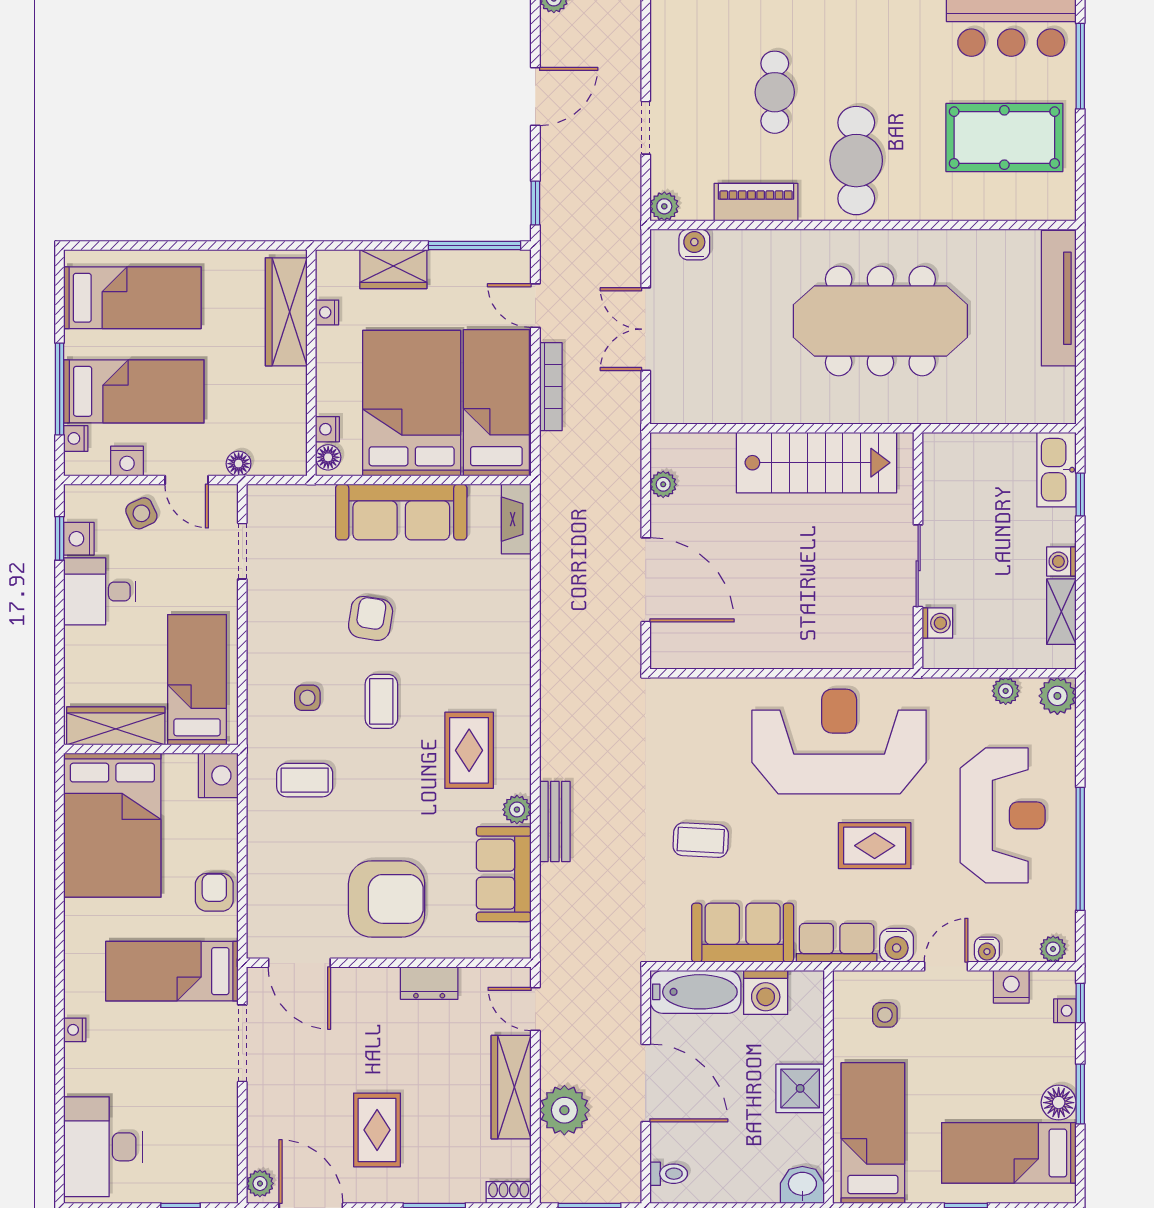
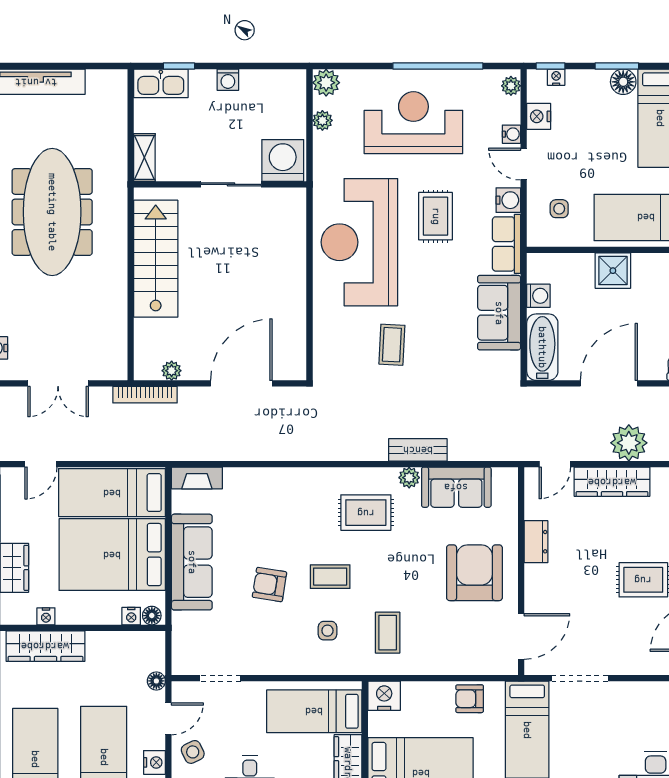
bookcase: (551, 387) -> (145, 395), moved, turned 180
shelving: (1061, 612) -> (144, 157), moved, turned 90
washing machine: (937, 623) -> (283, 160), width x1.89, depth x1.89
coffee table: (701, 840) -> (392, 345), moved
washing machine: (766, 992) -> (538, 296), width x0.73, depth x0.73

